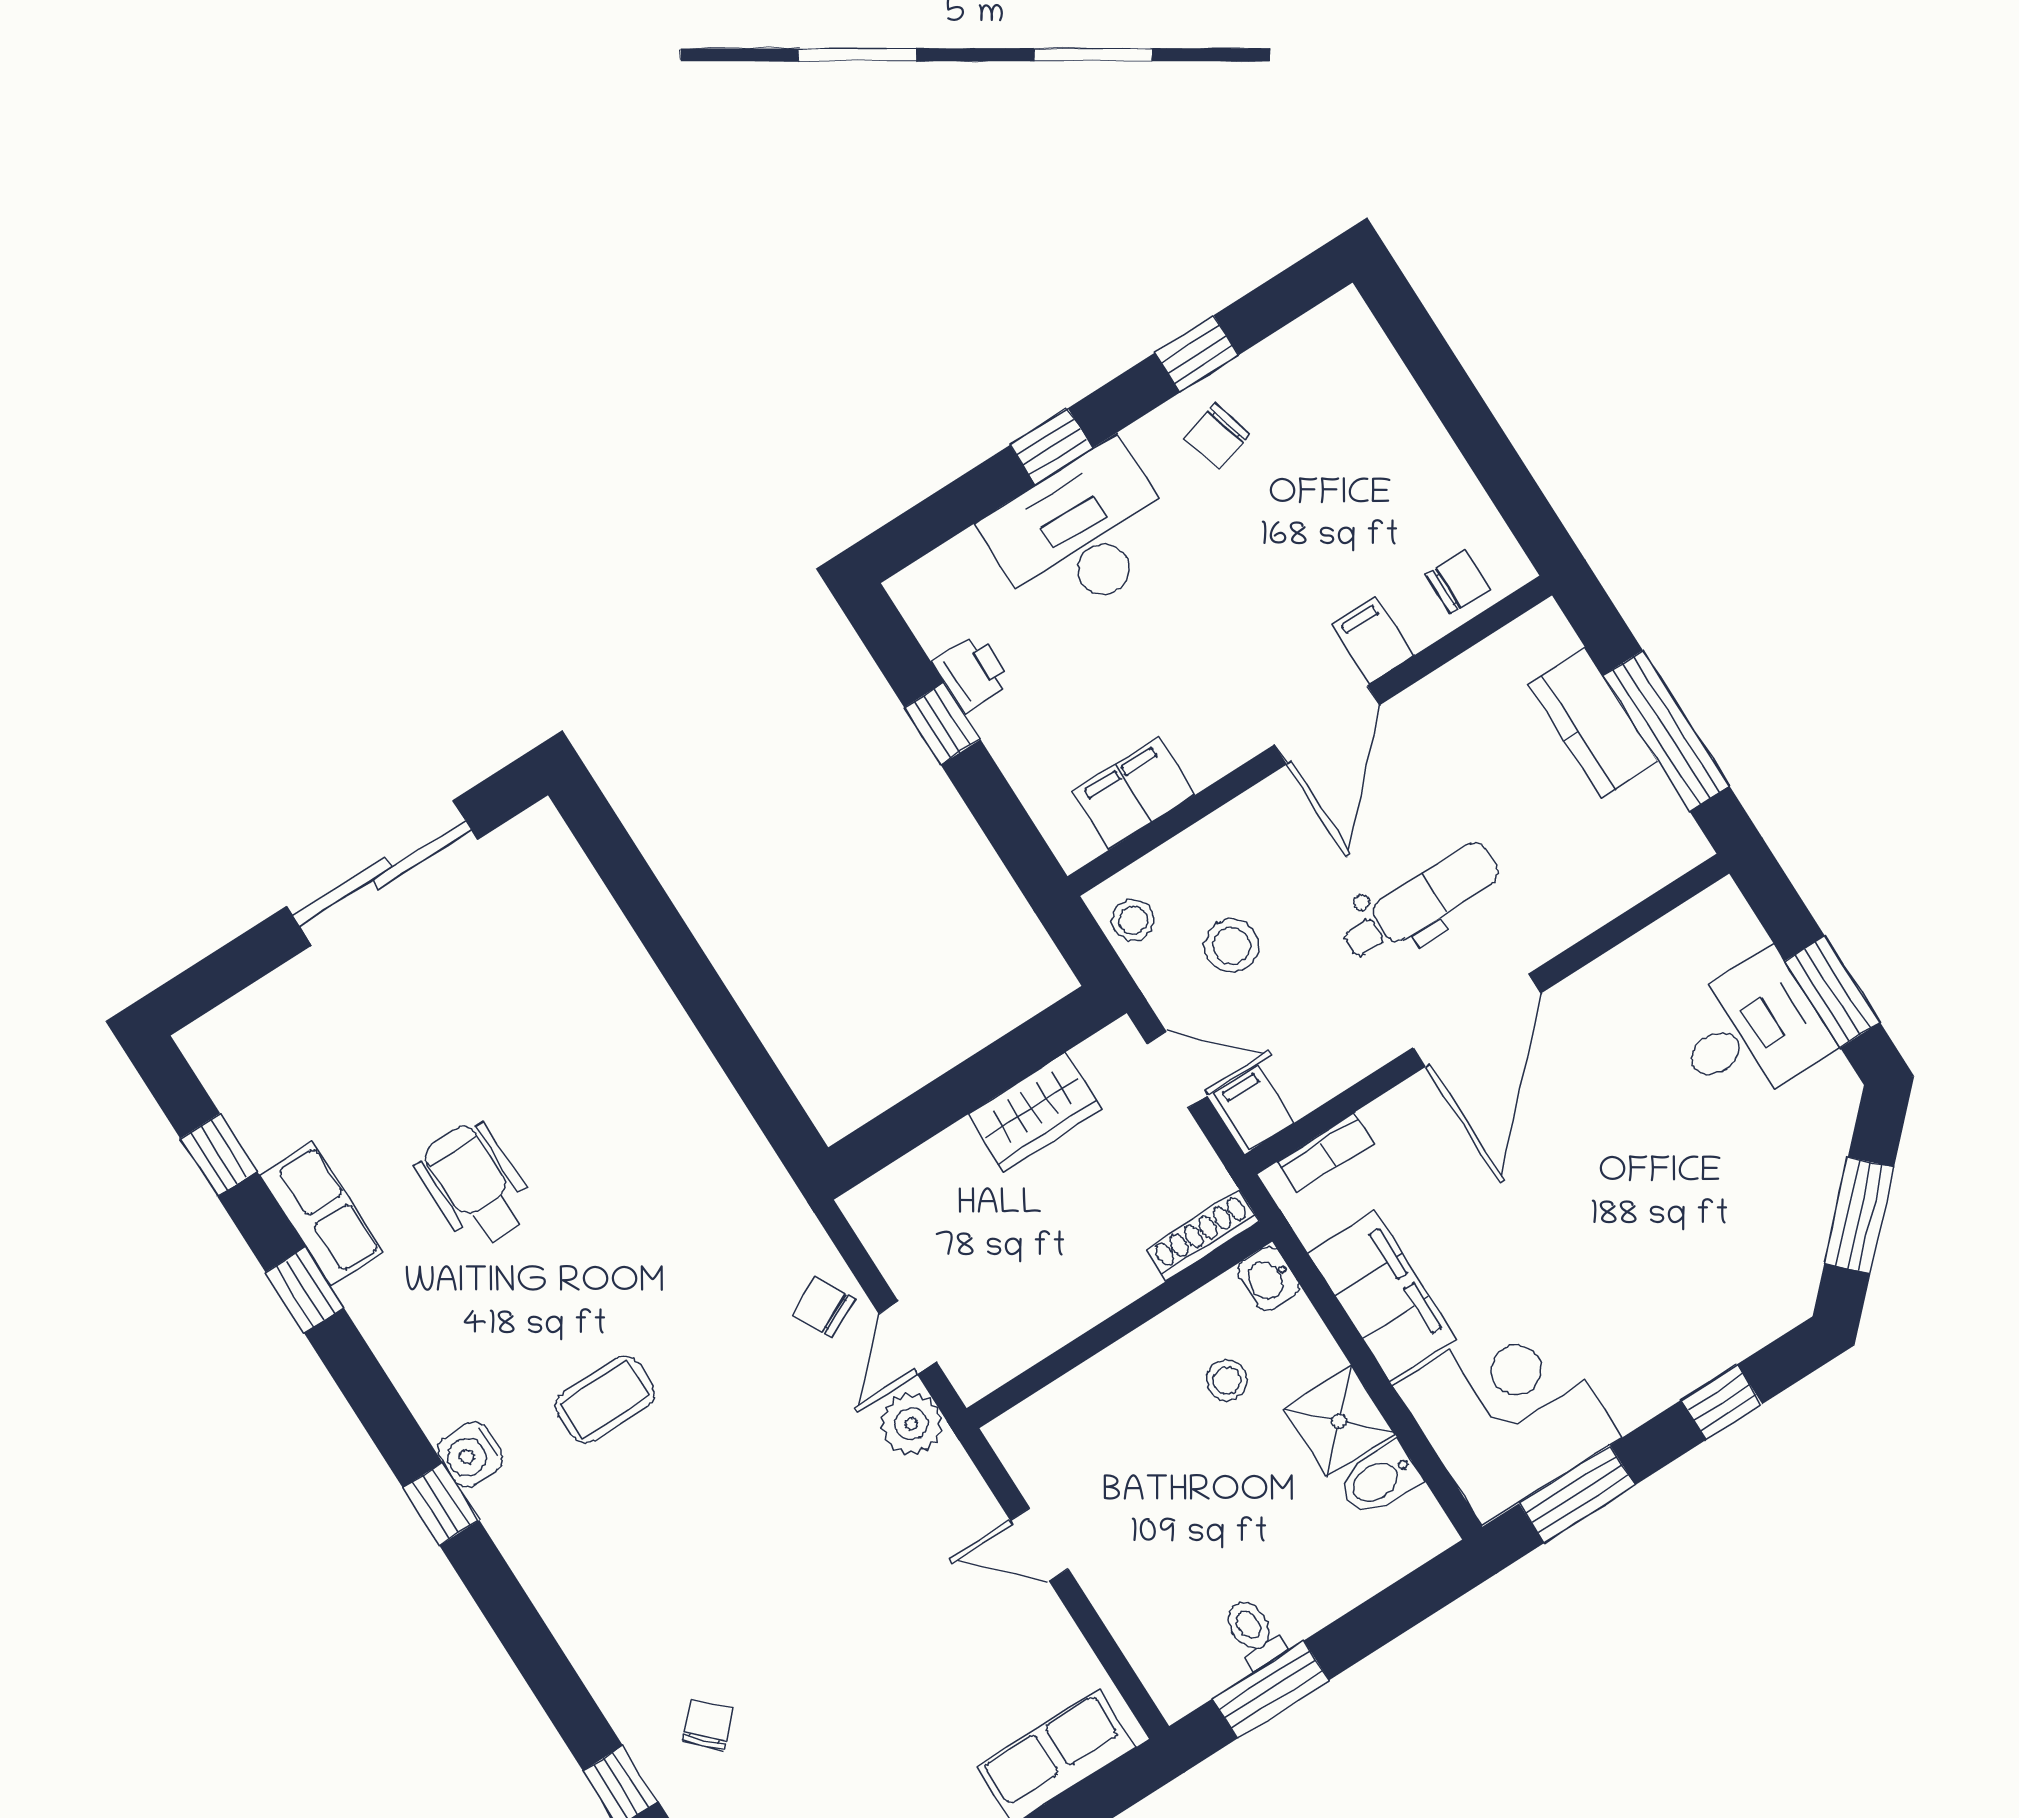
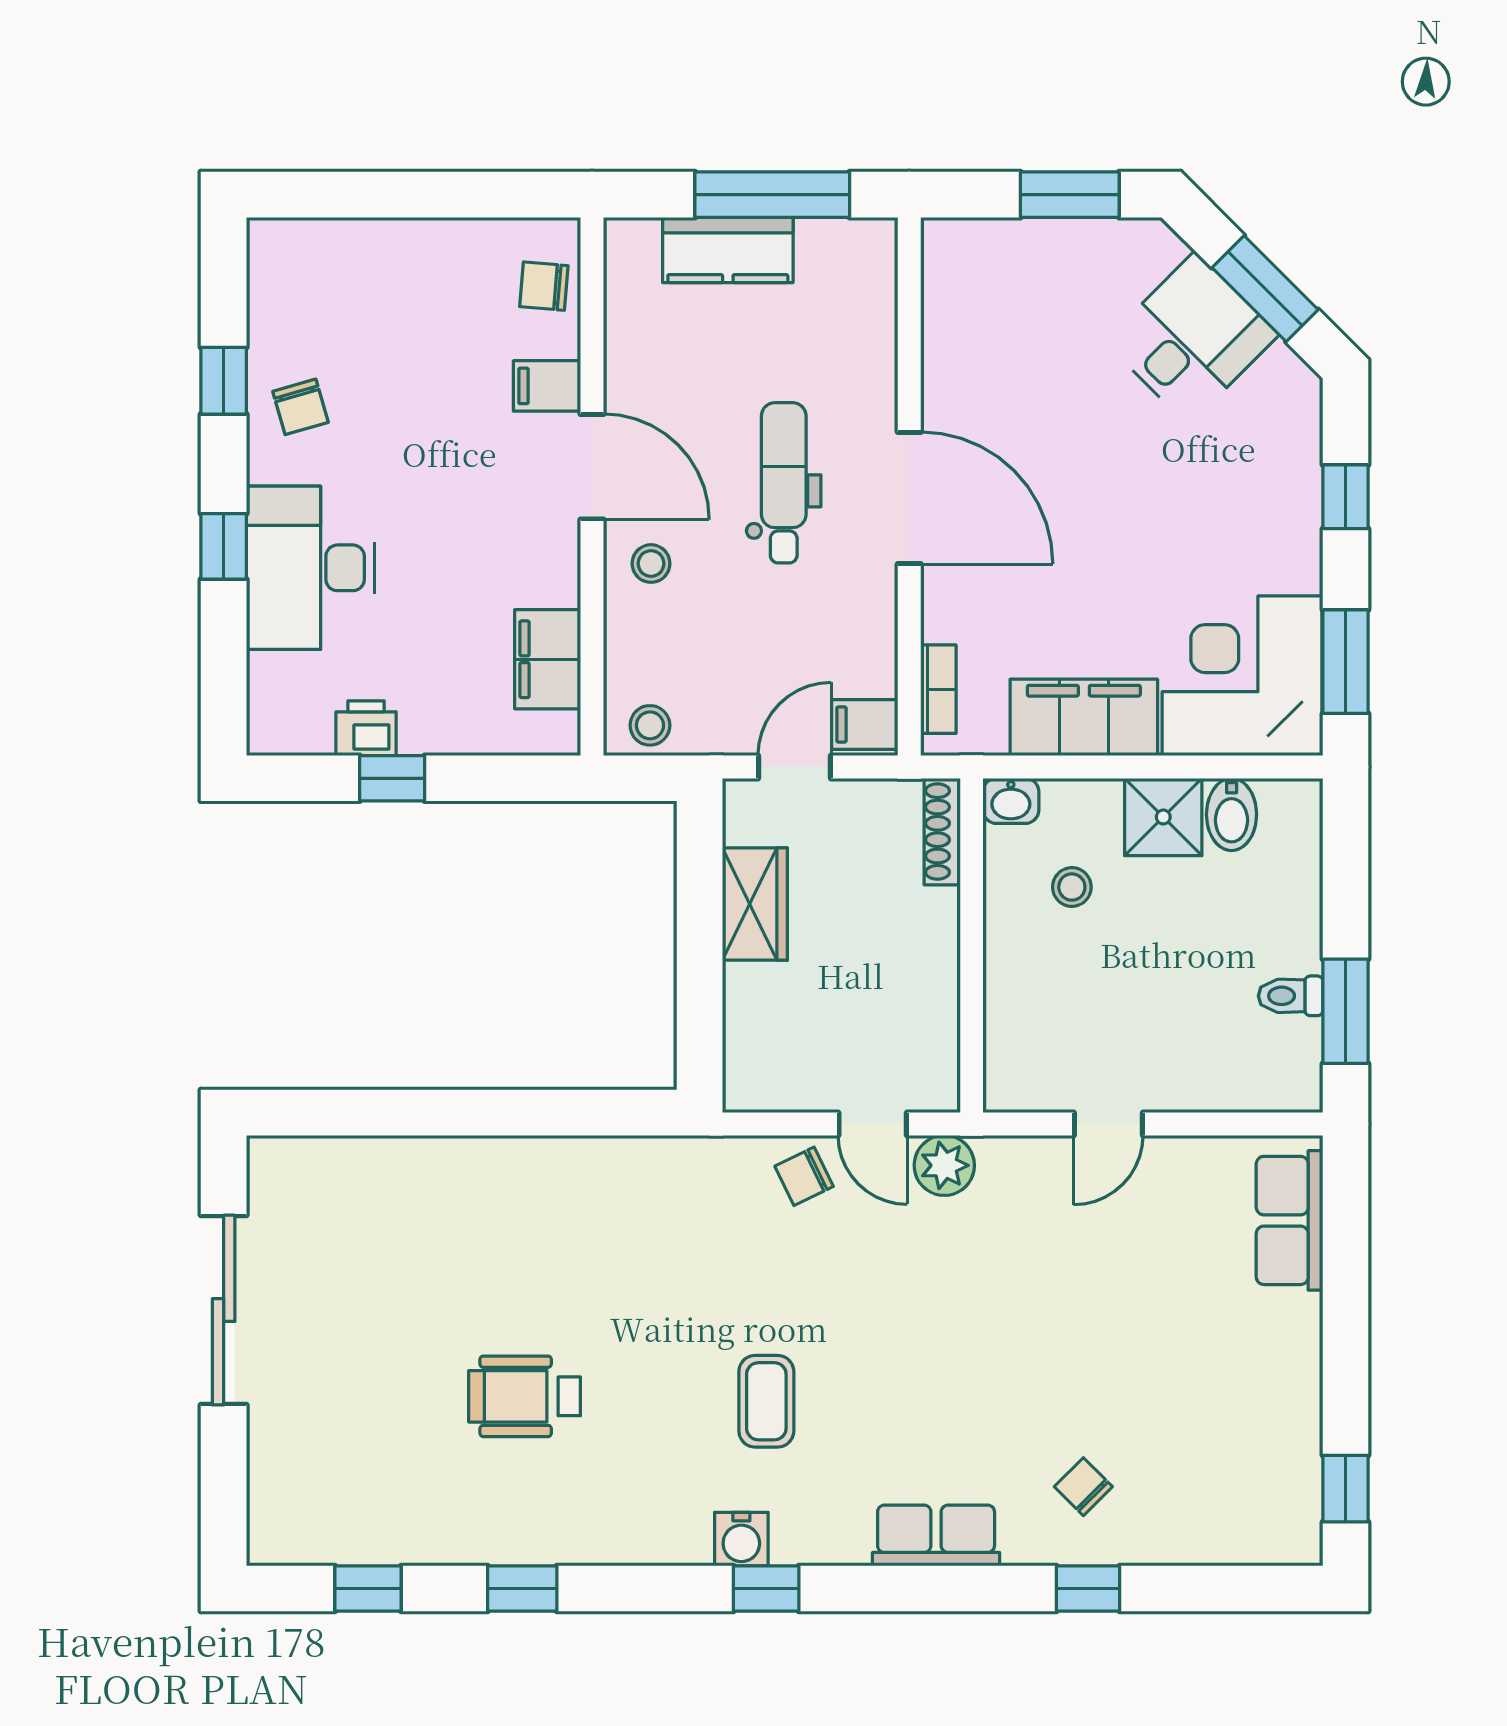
chair: (1459, 582) -> (544, 286), turned -85
stool: (1232, 946) -> (651, 564), moved, width x0.73, depth x0.73
desk: (1750, 1031) -> (1192, 338), moved, turned 45
row of seats: (322, 1214) -> (936, 1535), moved

